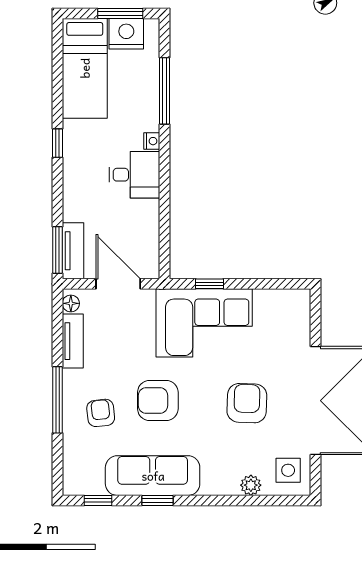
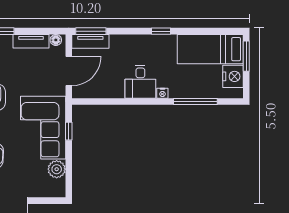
window: (120, 14) -> (246, 56), moved
plant: (268, 302) -> (57, 169), added

